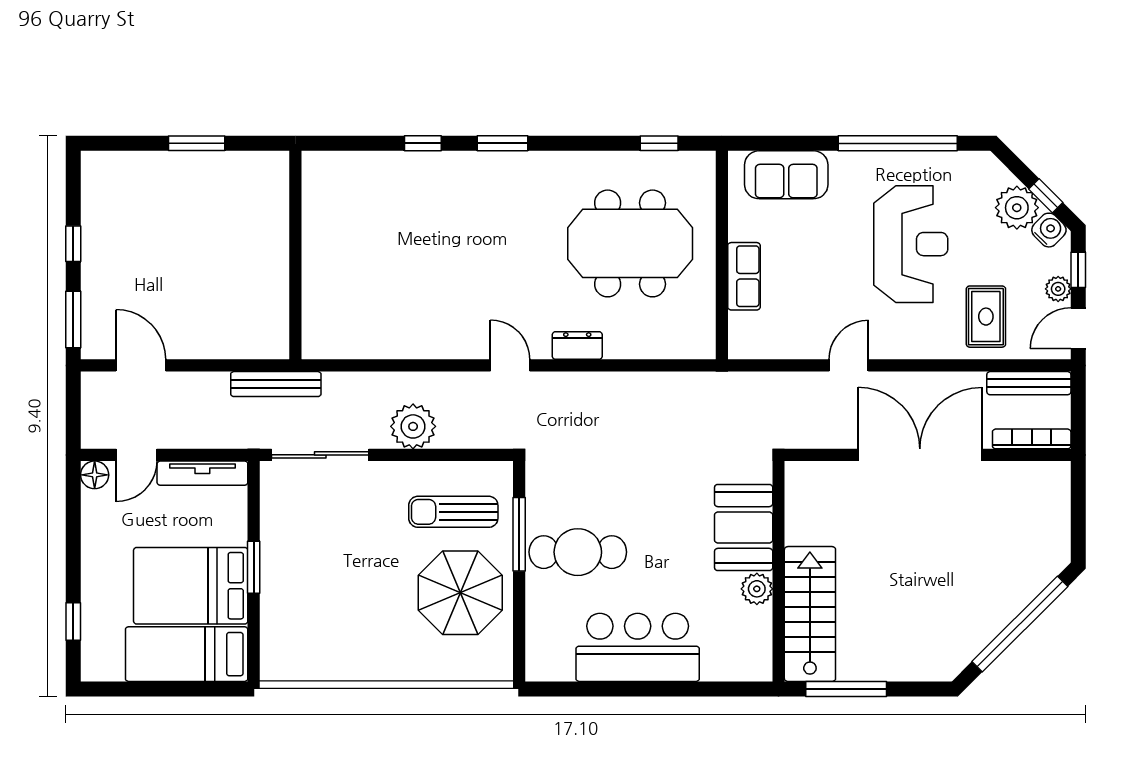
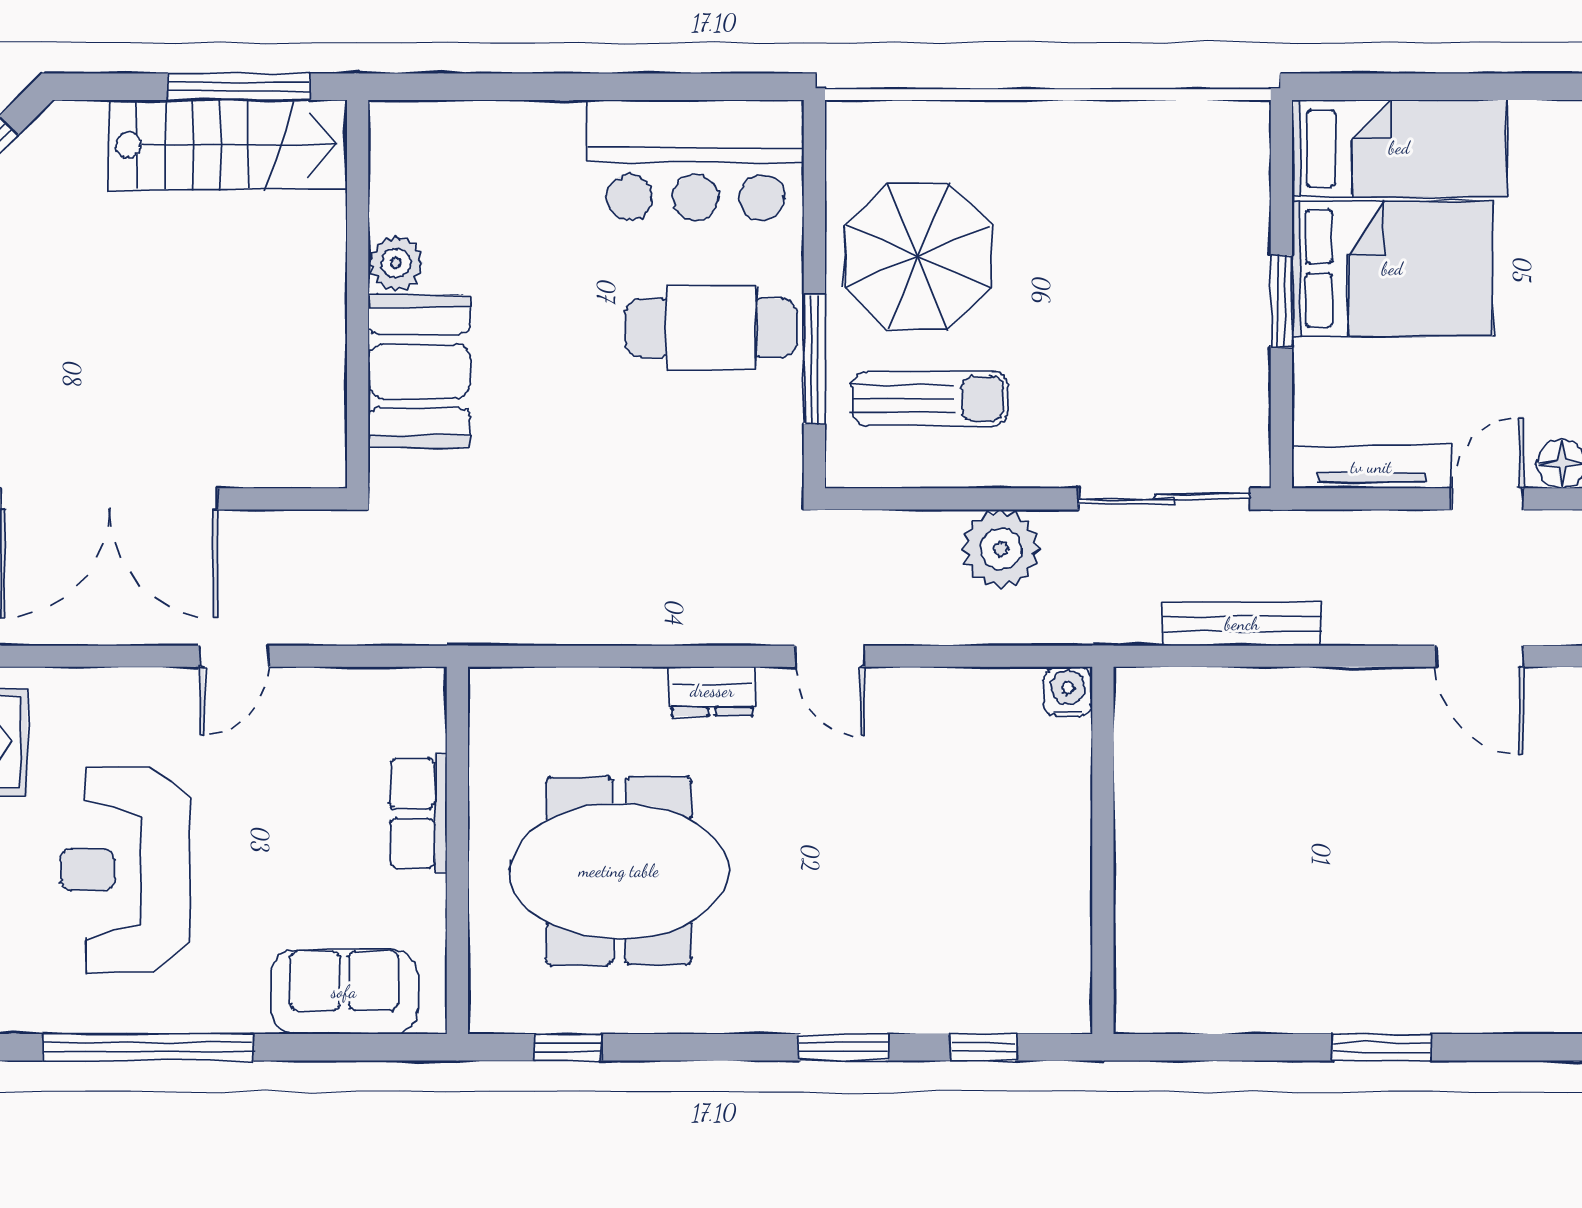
wall: (295, 255) -> (1103, 850), moved
water cooler: (375, 345) -> (1068, 692), added
stairs: (810, 614) -> (228, 145), moved, turned -90
bar counter: (638, 647) -> (695, 160), moved

